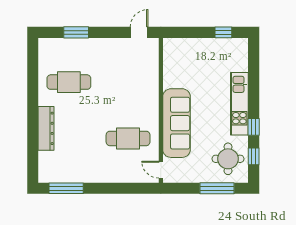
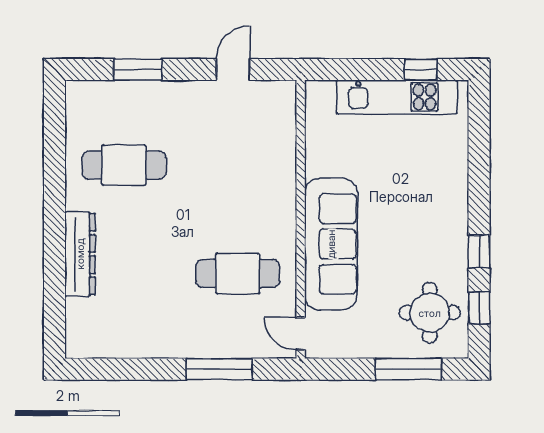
door: (139, 32) -> (233, 70), moved
kitchen unit: (239, 104) -> (397, 97), moved, turned -90
window: (66, 188) -> (219, 369), moved

